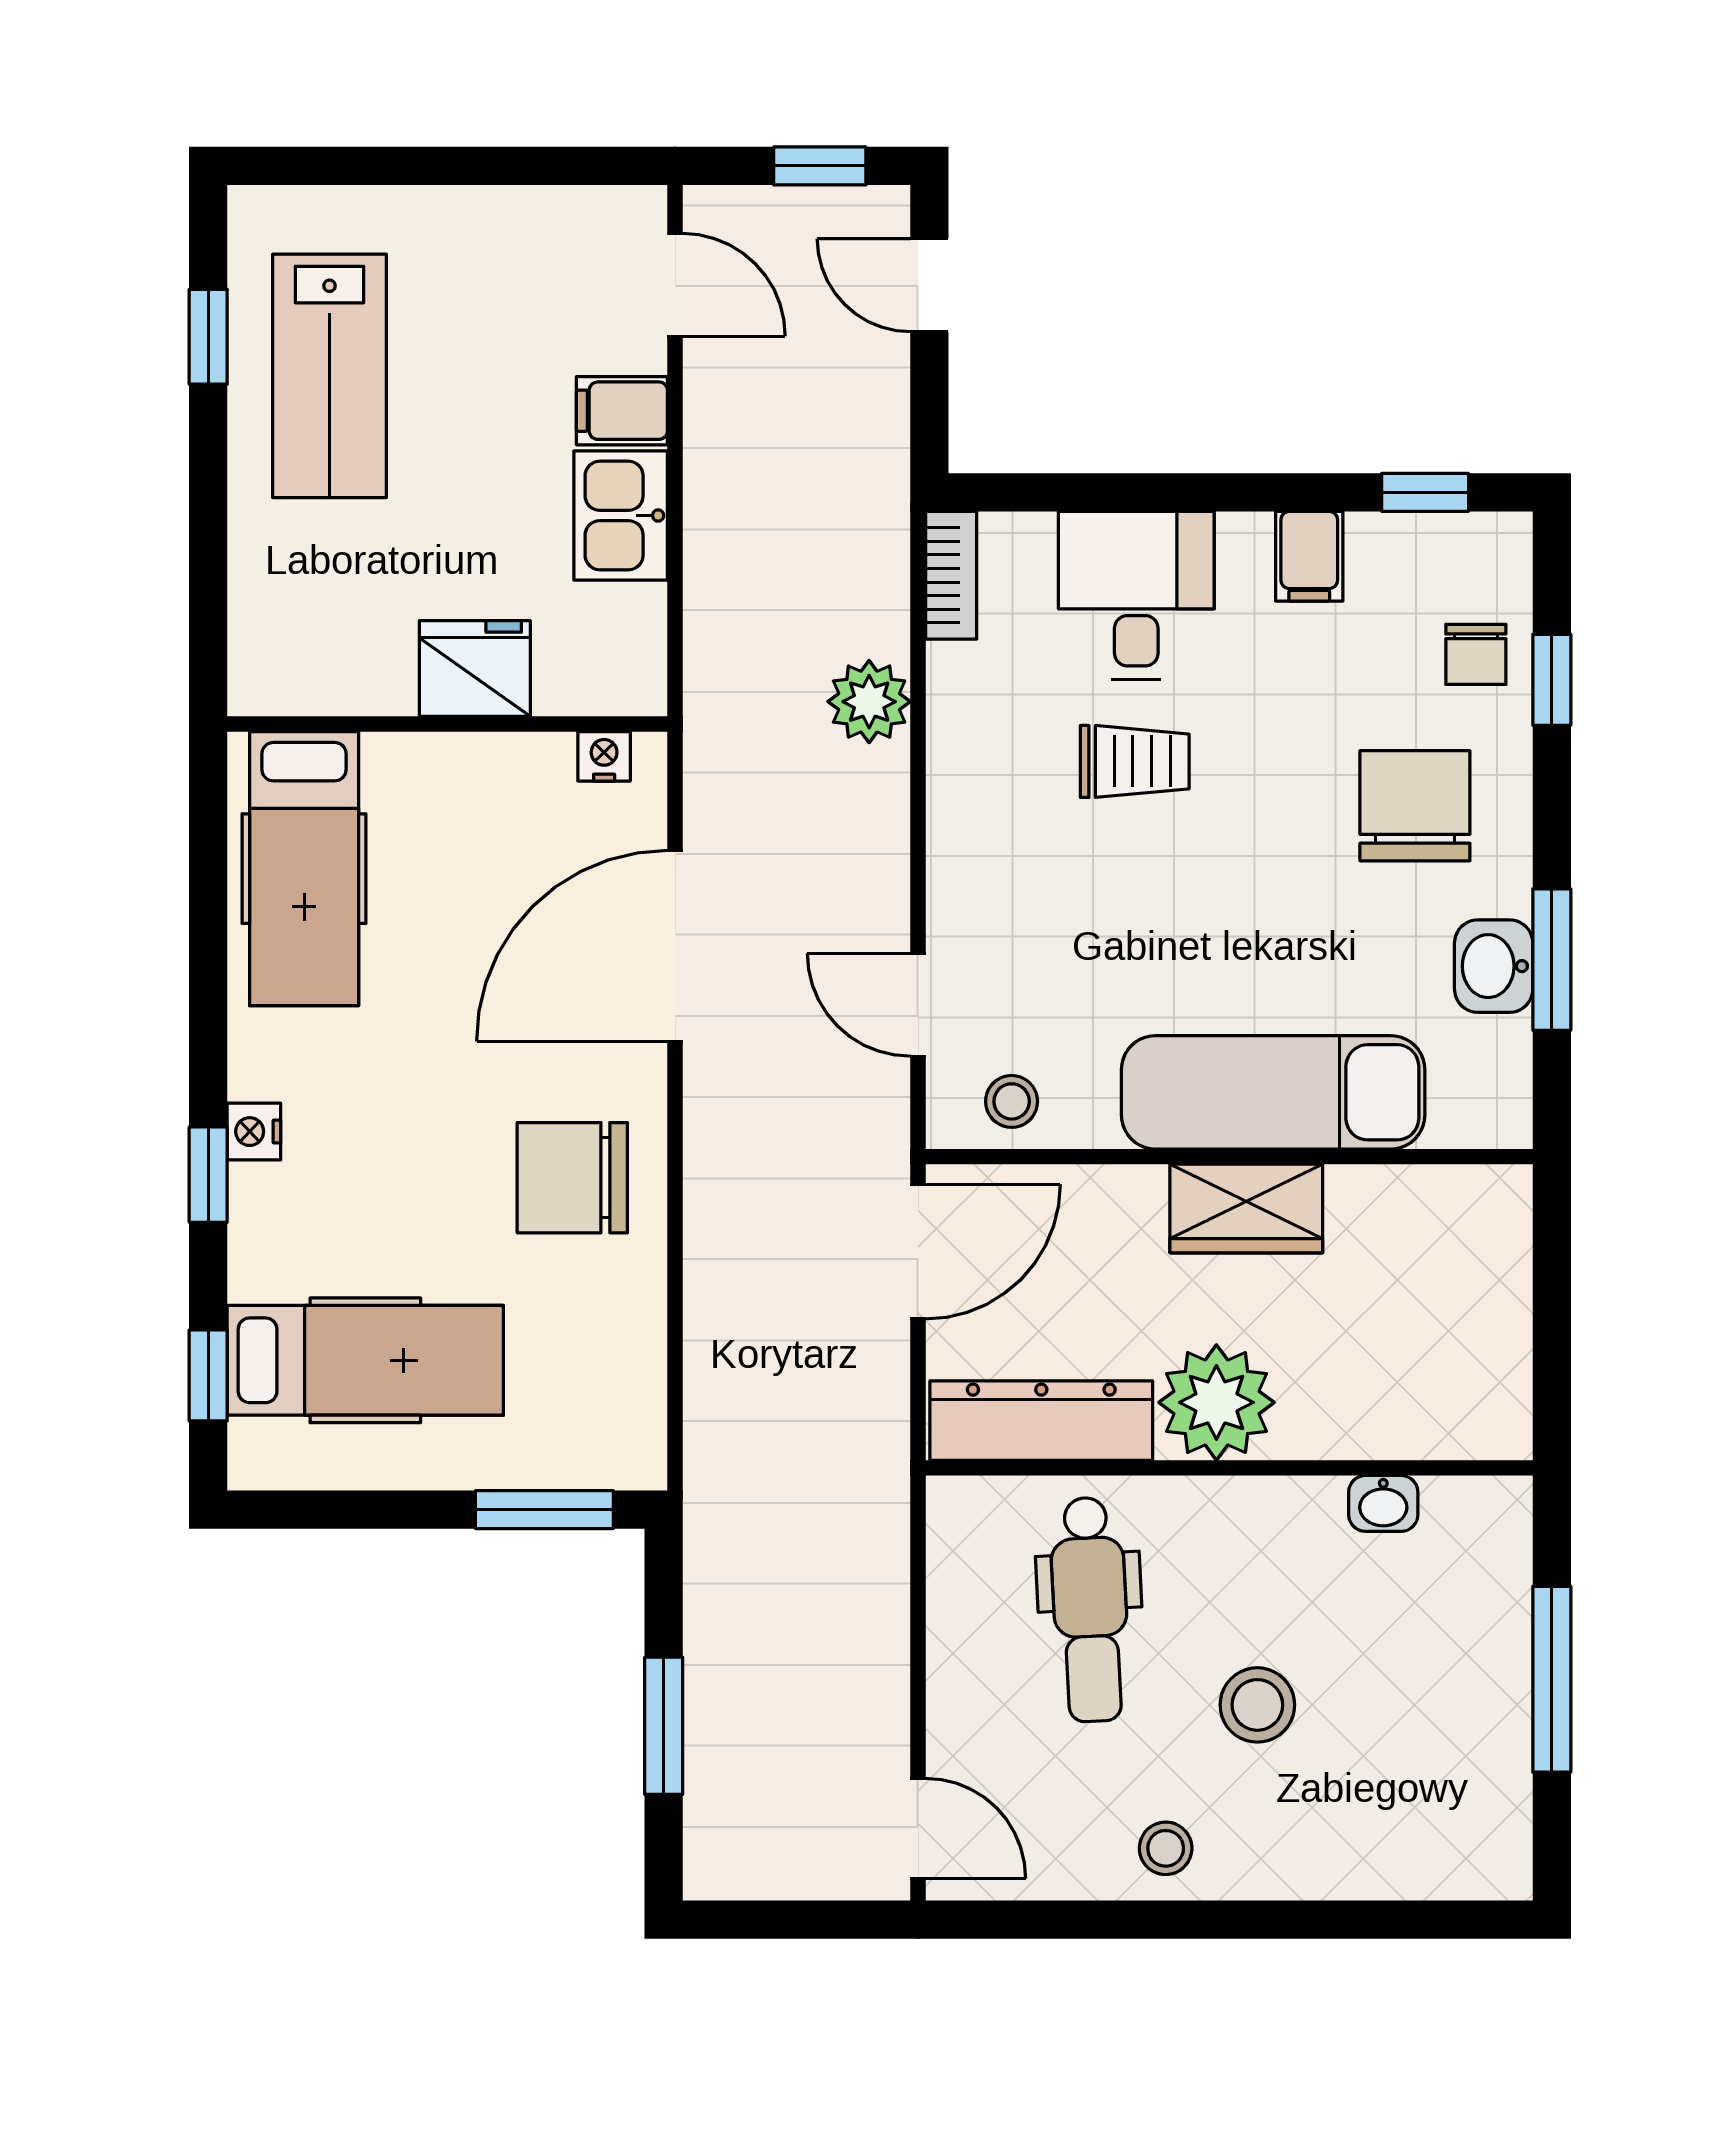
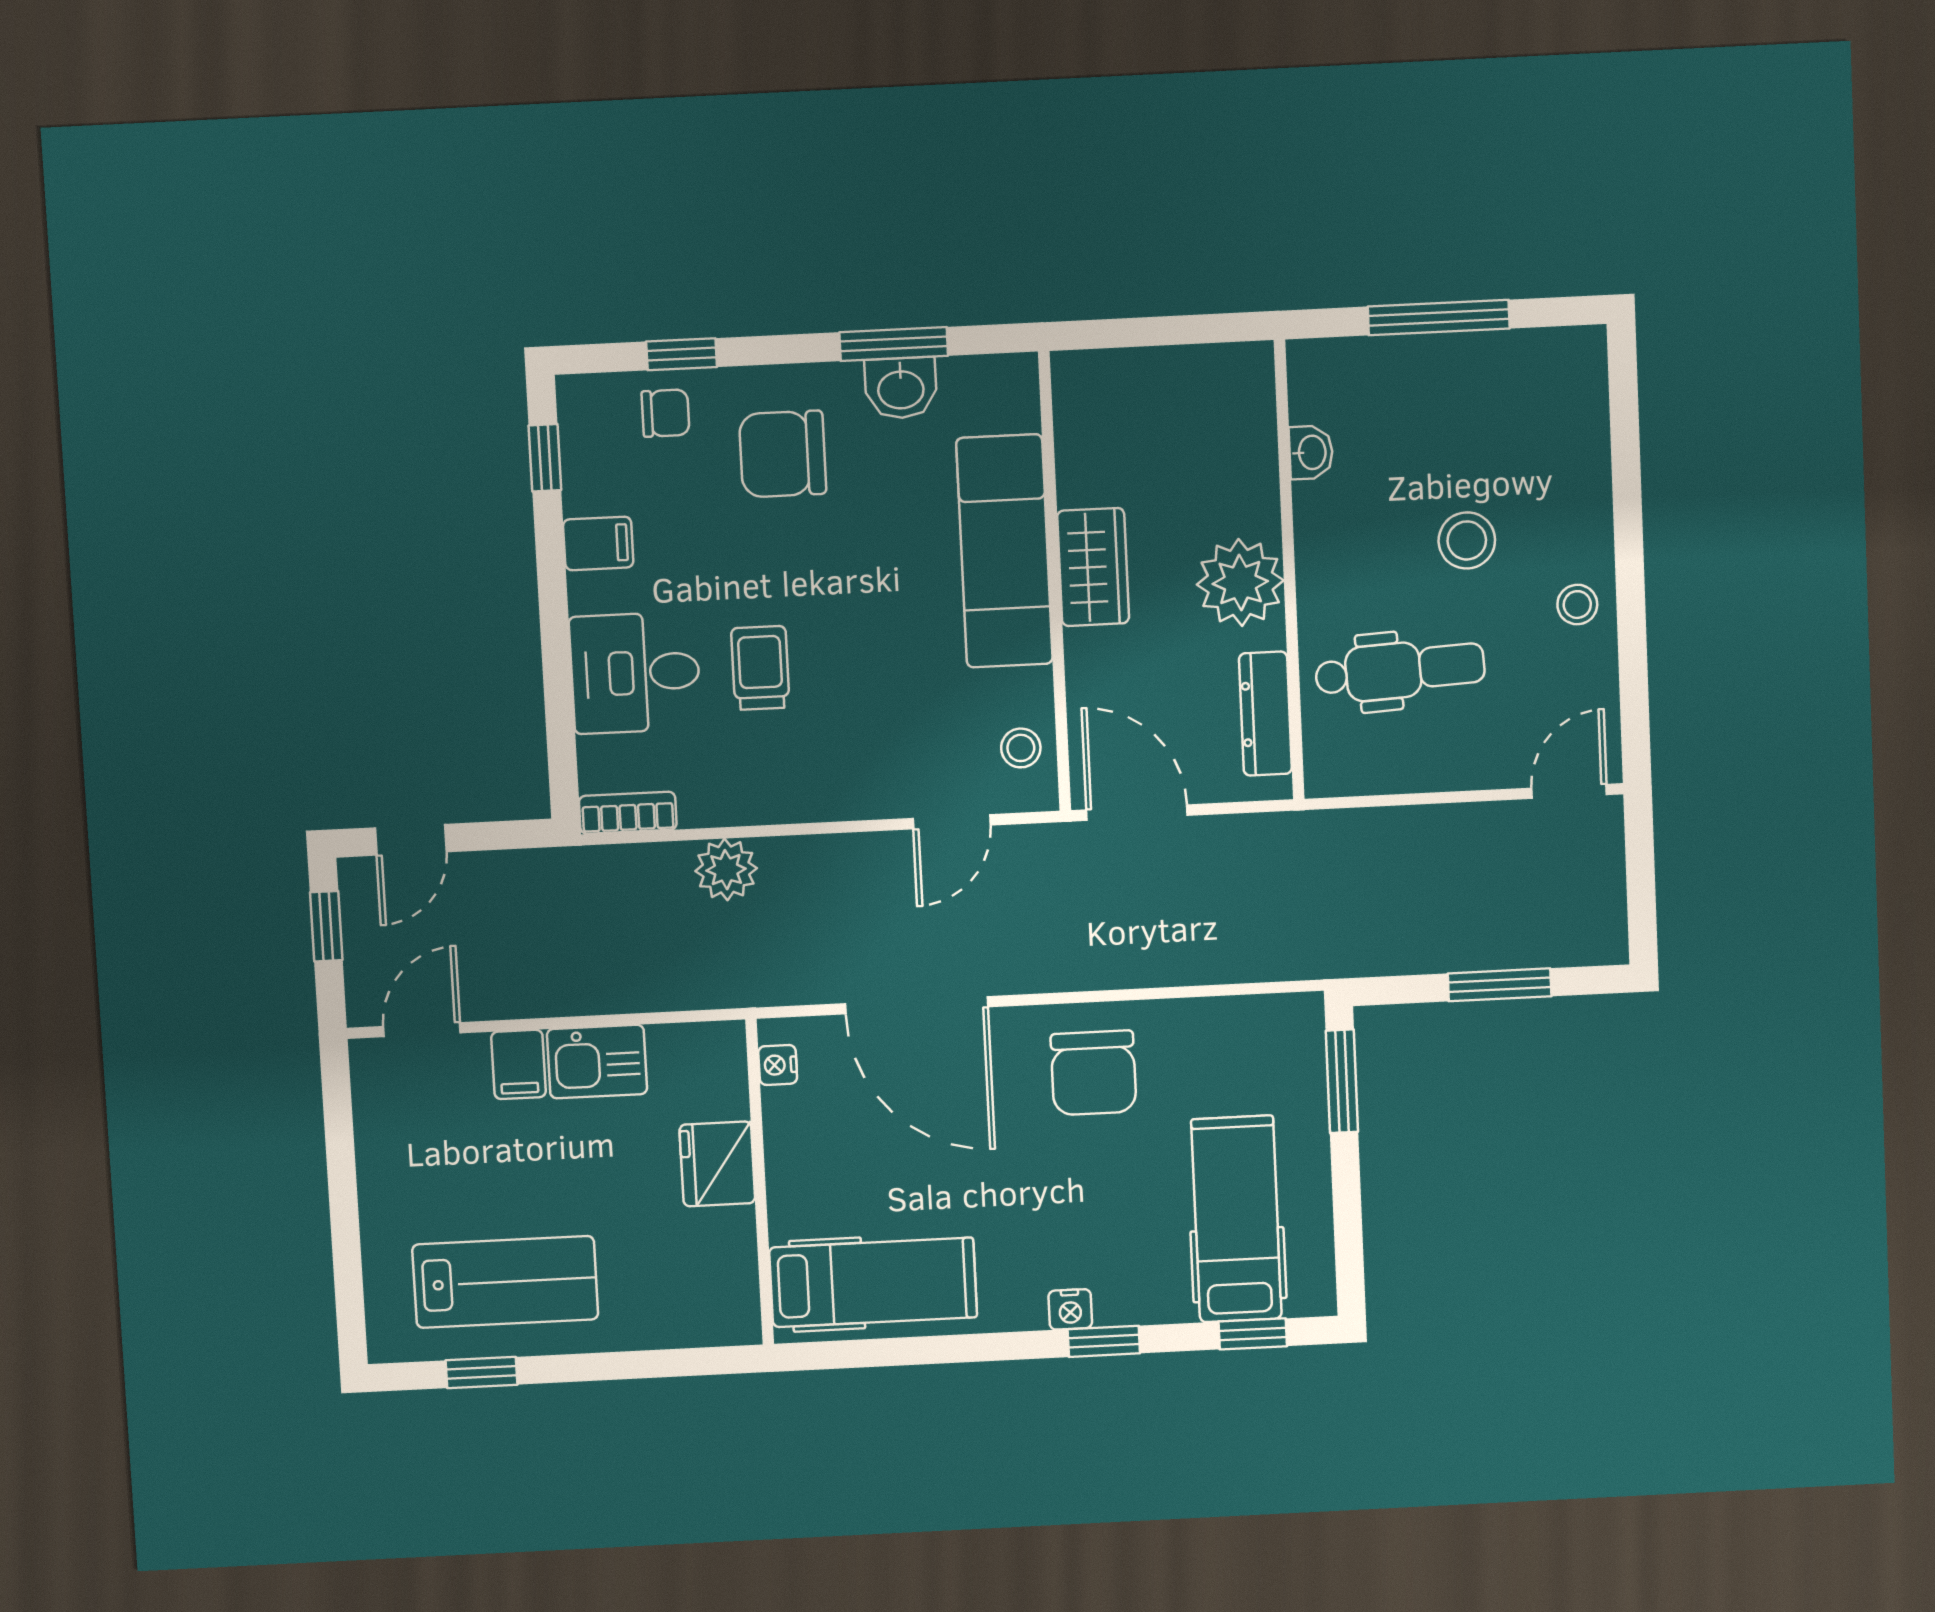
dresser: (1041, 1421) -> (1265, 714), width x0.73, depth x0.80

